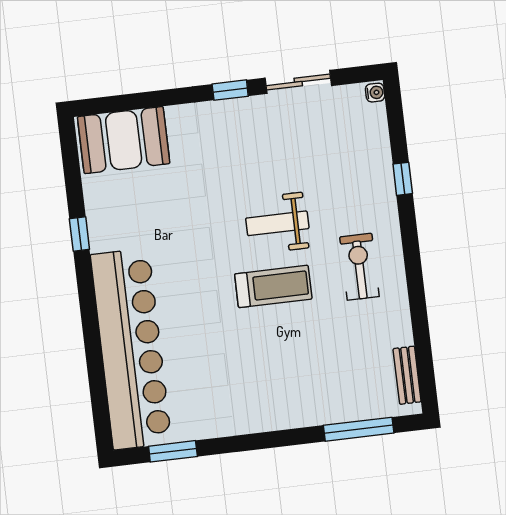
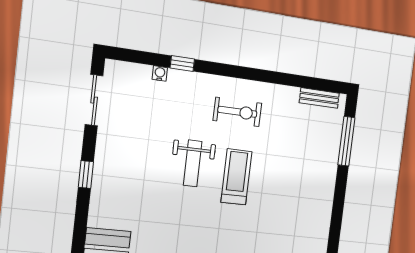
sliding door: (298, 82) -> (94, 100), moved
water cooler: (375, 93) -> (160, 73), moved
exercise bike: (359, 267) -> (237, 112), turned 180

